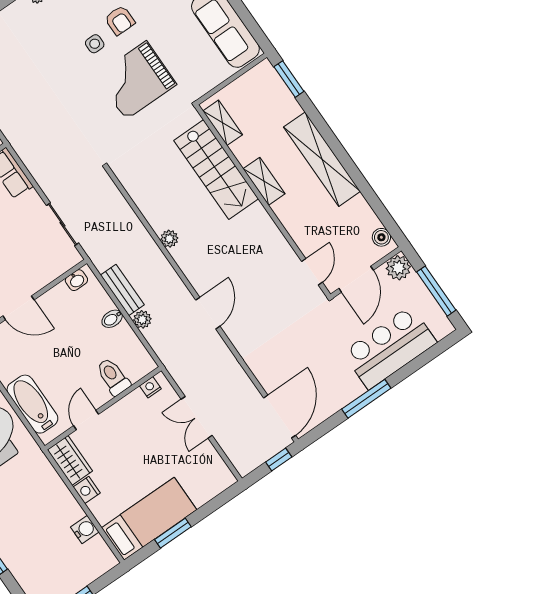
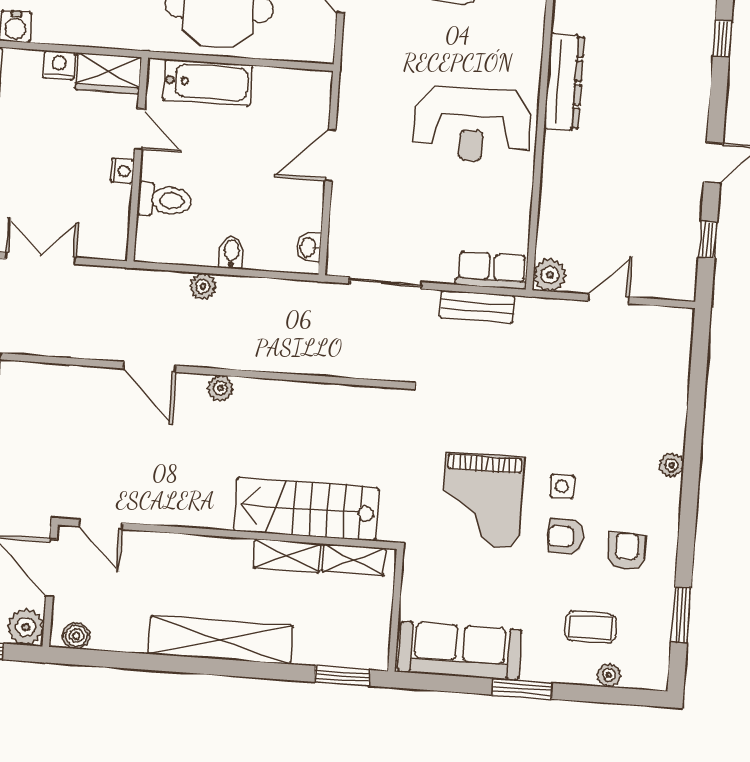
grand piano: (136, 80) -> (482, 500), turned 180
shelving: (264, 181) -> (287, 556), moved
plant: (169, 239) -> (220, 388), moved
bench: (122, 290) -> (477, 307), moved
nightstand: (150, 387) -> (122, 171), moved

